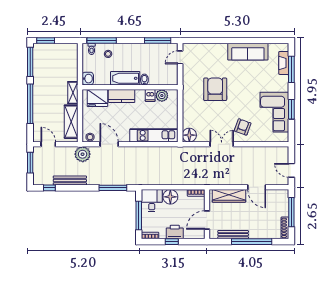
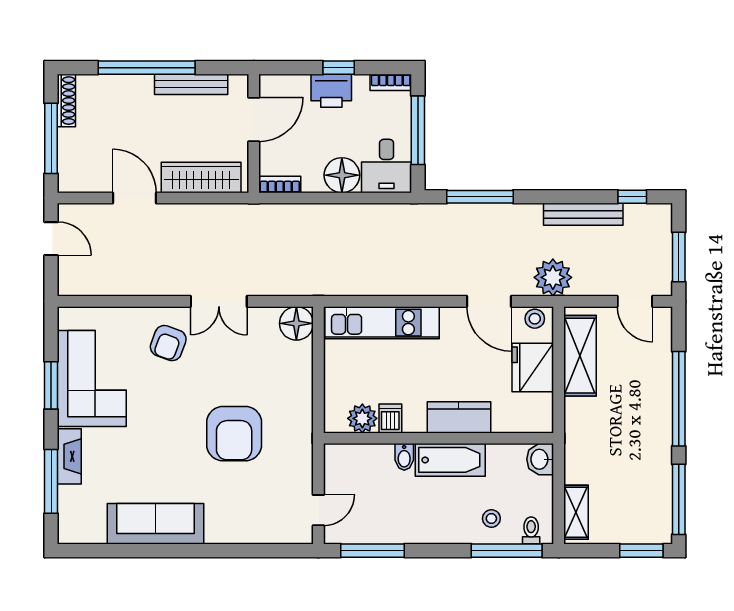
fireplace: (284, 63) -> (69, 456), moved
shelving: (73, 93) -> (576, 512), moved
fridge: (97, 98) -> (533, 367), moved, turned -90

